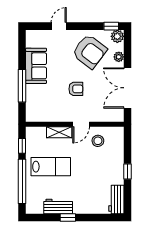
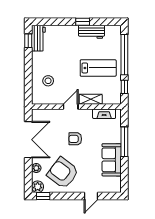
fireplace: (44, 116) -> (104, 114), added
stool: (98, 141) -> (48, 81), moved
lab bench: (51, 167) -> (98, 68), turned 180
window: (127, 171) -> (28, 41), moved

